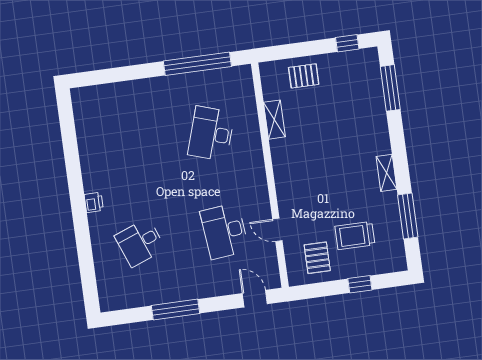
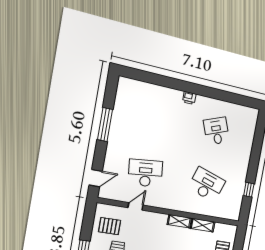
window: (197, 64) -> (249, 190), width x0.32
shelving: (279, 158) -> (179, 221), added
desk: (140, 243) -> (216, 131), moved

